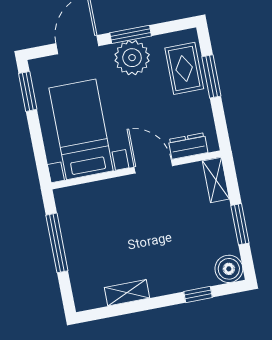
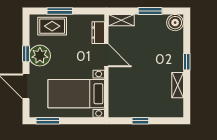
window: (131, 34) -> (26, 54), width x0.67
door: (153, 167) -> (106, 55), swing flipped
window: (57, 243) -> (140, 121), width x0.46
window: (198, 294) -> (187, 62), moved

